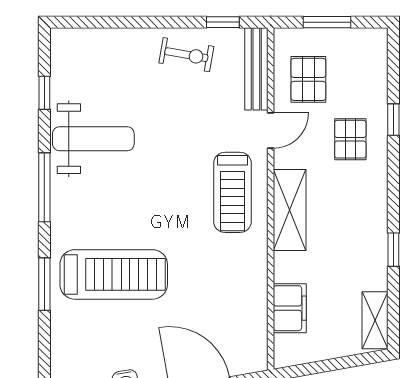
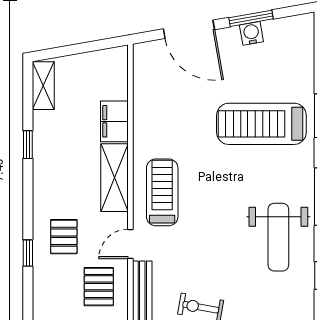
weight bench: (93, 139) -> (278, 237), turned -90
filing cabinet: (290, 308) -> (114, 121), moved

